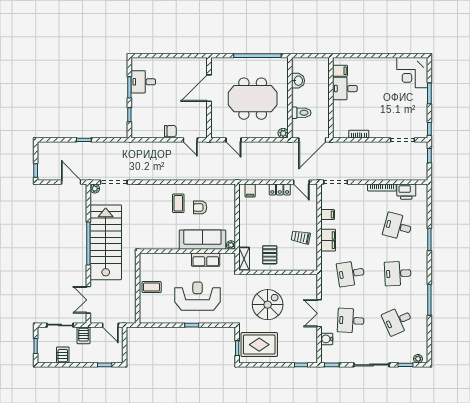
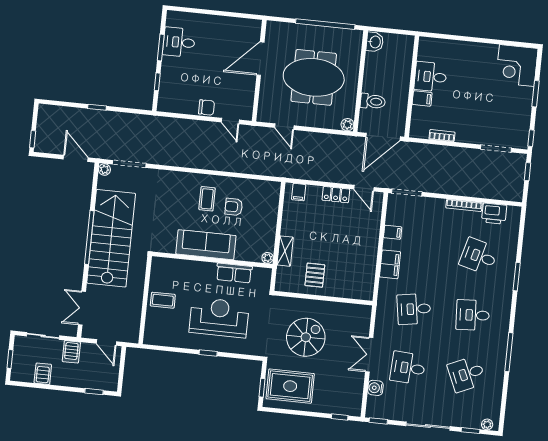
filing cabinet: (340, 71) -> (422, 98), moved
washbasin: (298, 81) -> (375, 42), moved
trolley: (301, 237) -> (356, 257), removed
sofa: (202, 240) -> (206, 245), moved
shelving: (244, 259) -> (285, 251), moved

